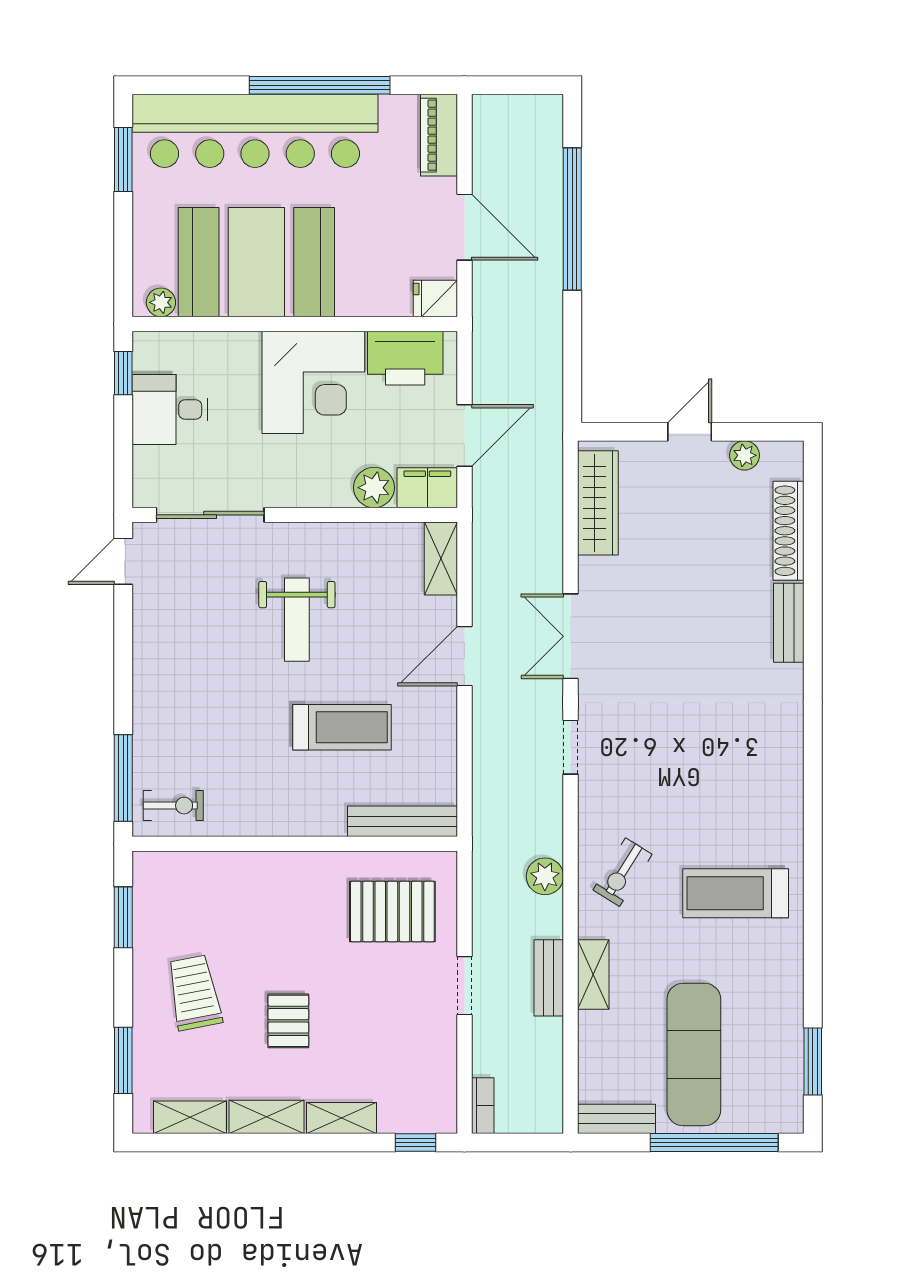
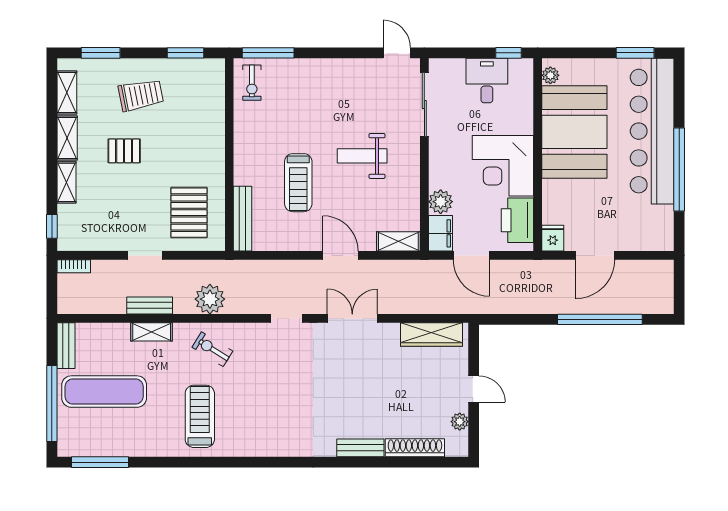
piano: (439, 135) -> (650, 240), removed
plant: (545, 876) -> (210, 299), width x1.36, depth x1.36
window: (813, 1061) -> (100, 462), width x1.44

